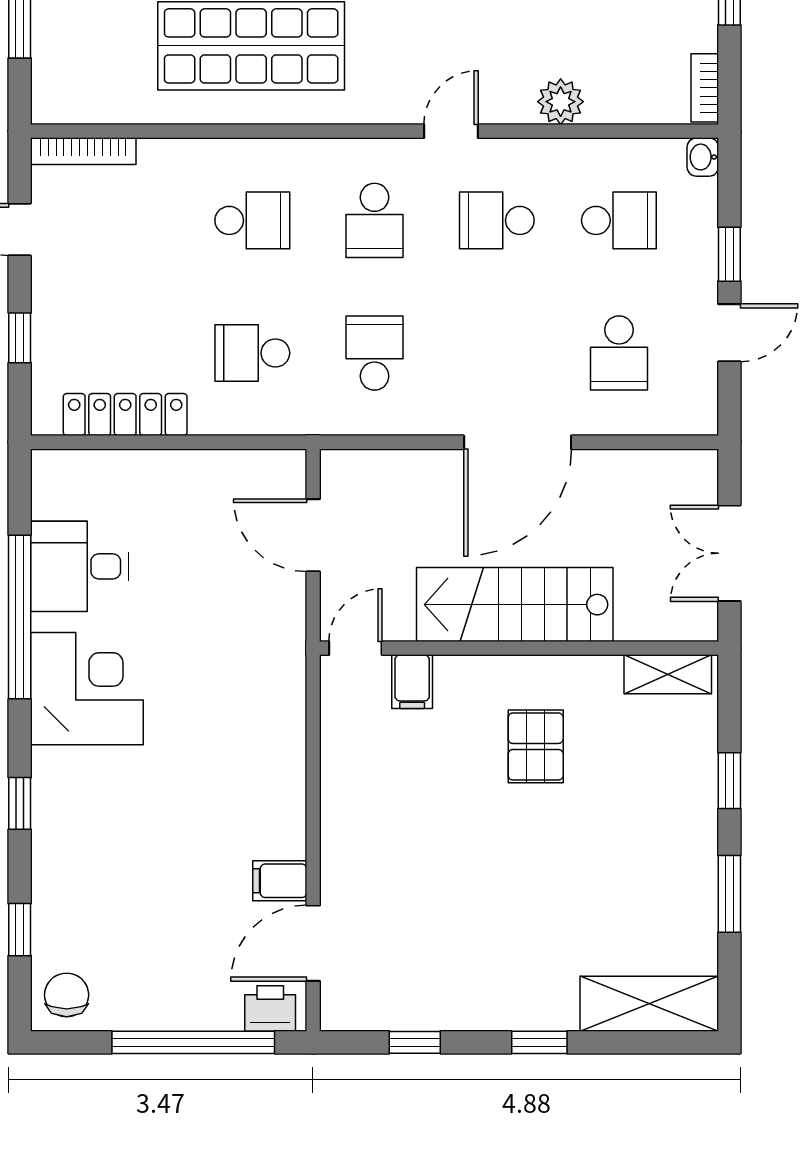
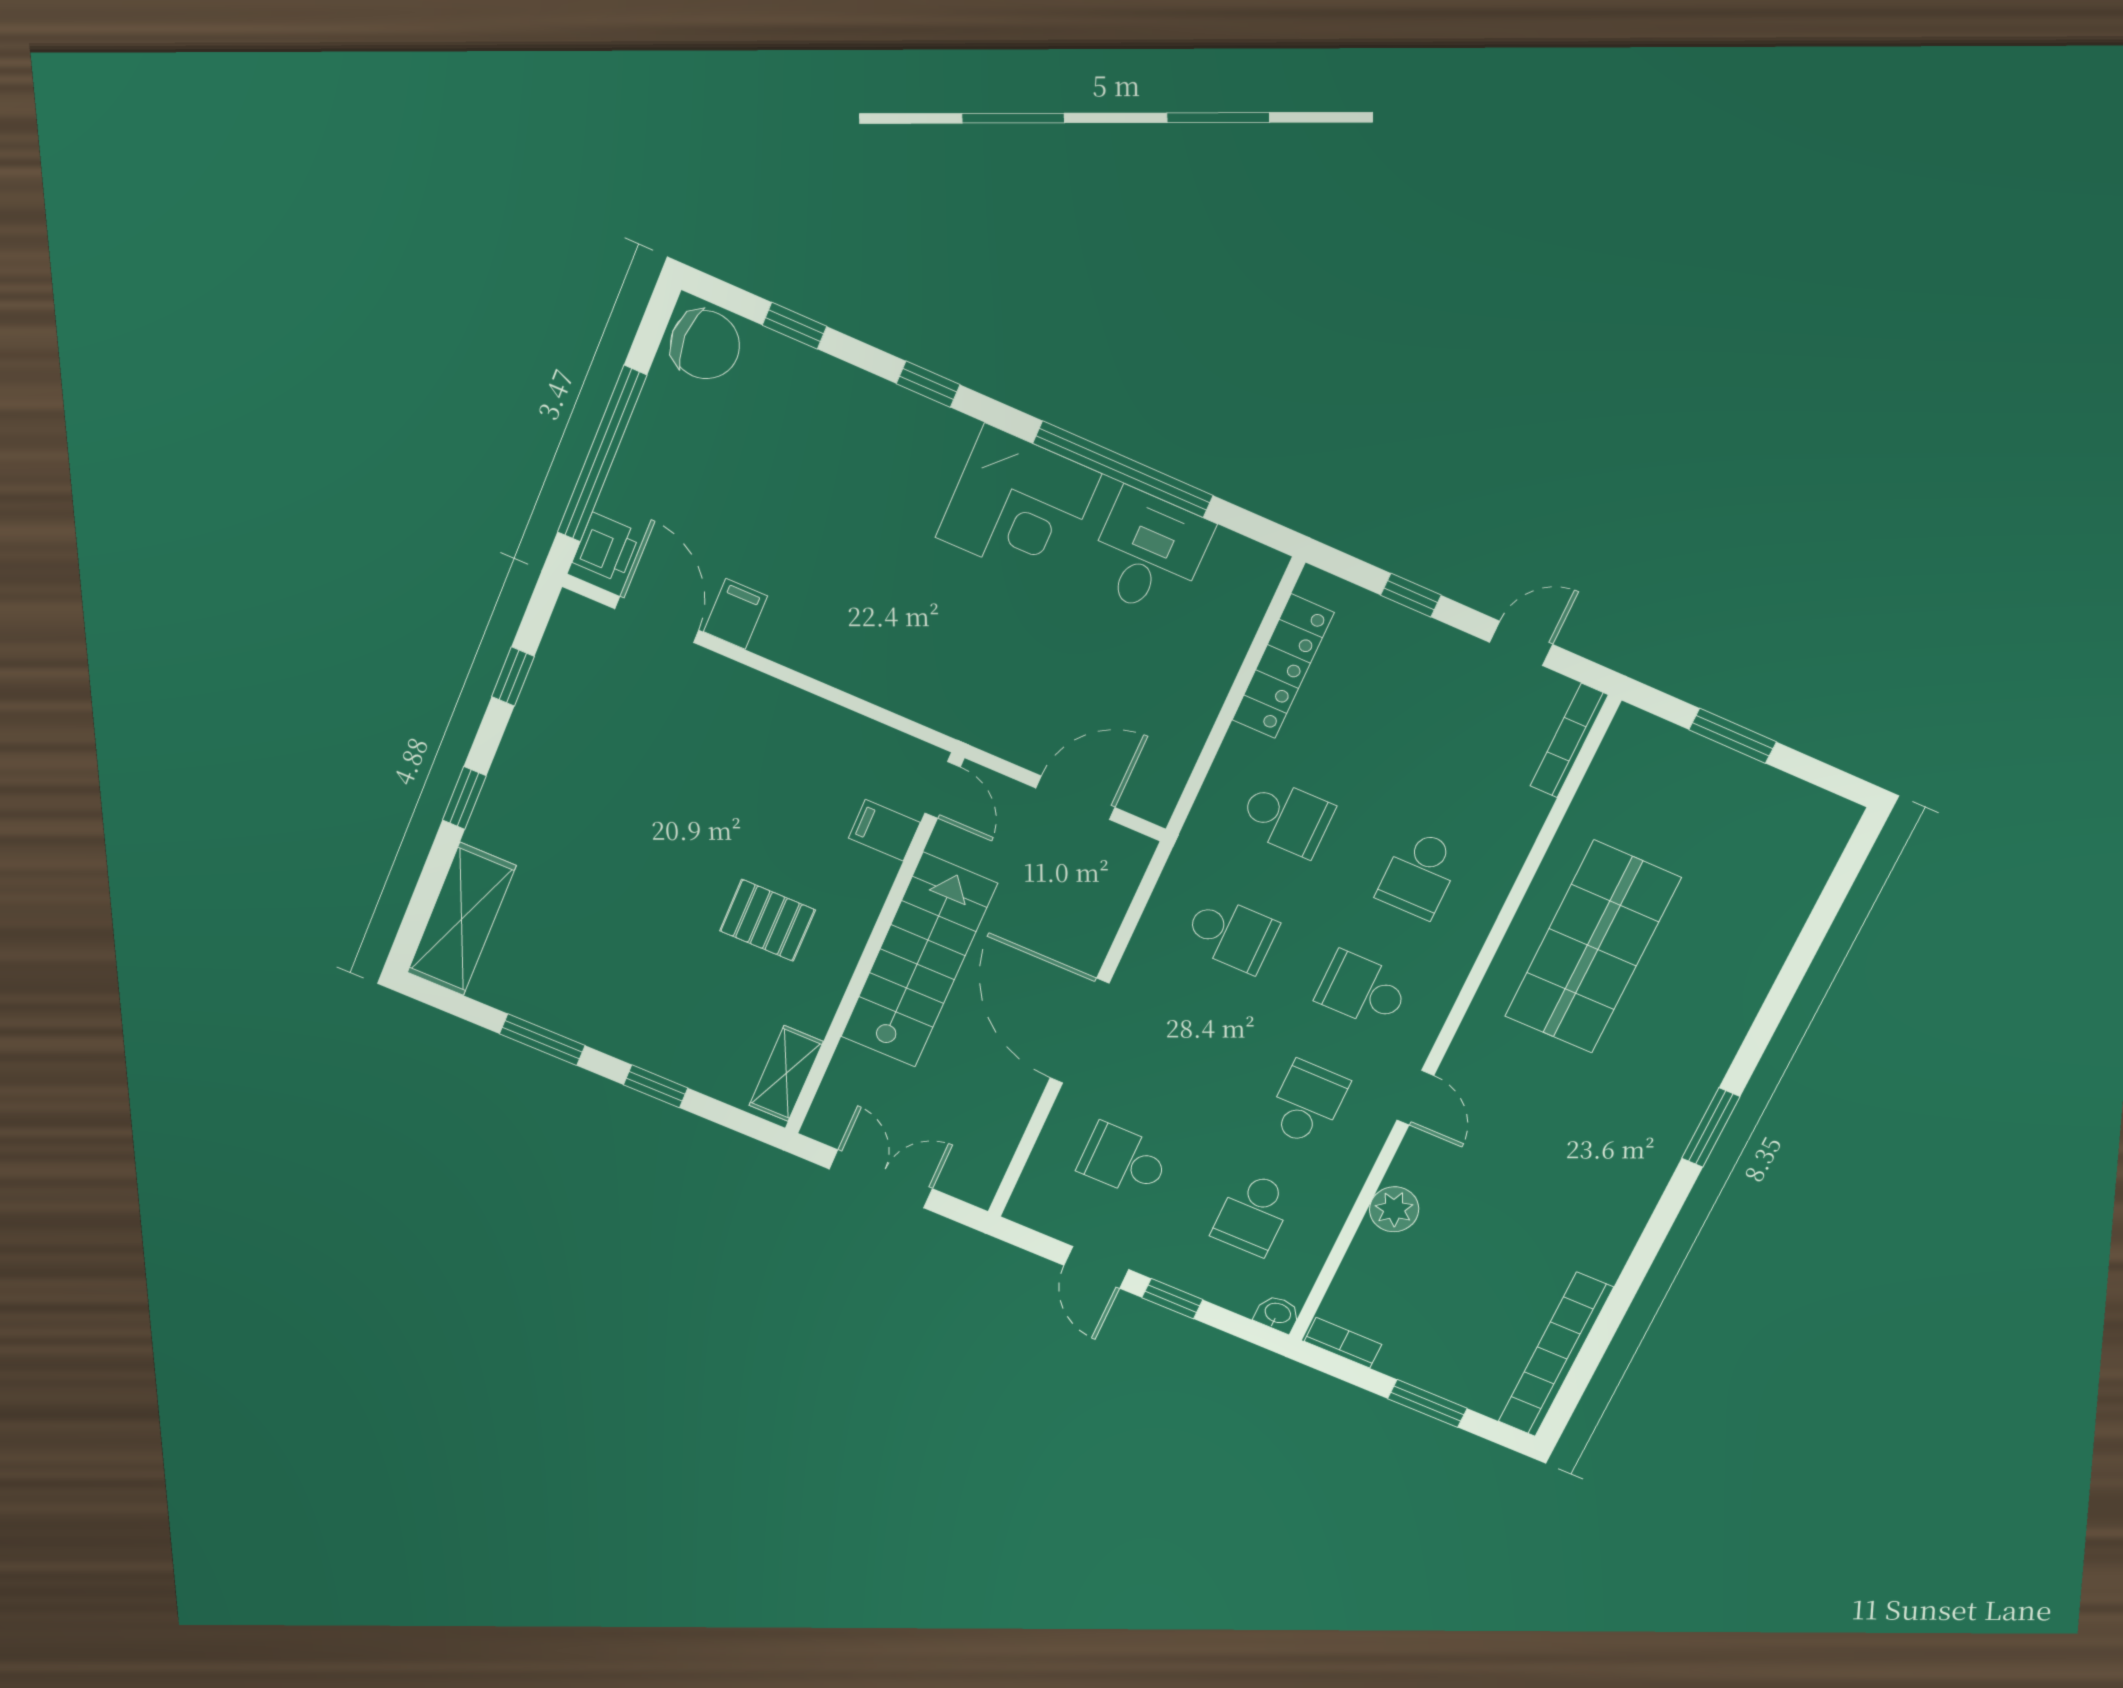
school desk: (252, 353) -> (1287, 817), turned 90
chair: (67, 995) -> (705, 345), width x1.37, depth x1.37

